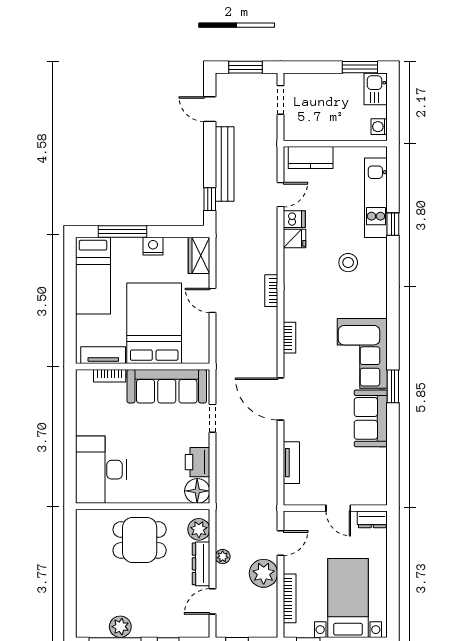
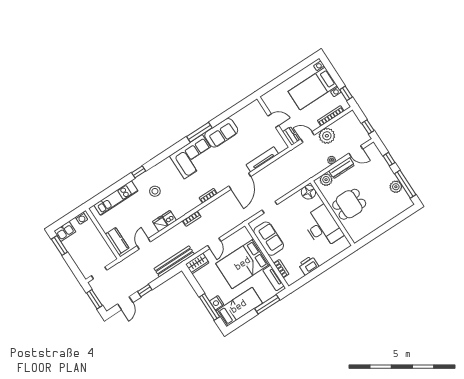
bench: (225, 164) -> (174, 261), moved
door: (281, 195) -> (144, 244), hinge flipped
window: (210, 199) -> (145, 291), moved
dishwasher: (294, 219) -> (169, 218), moved
window: (393, 224) -> (139, 172), moved
nightstand: (153, 246) -> (217, 303), moved
window: (70, 320) -> (267, 304), added
sofa: (167, 386) -> (269, 239), width x0.73
window: (393, 386) -> (199, 132), width x1.44
printer: (197, 462) -> (309, 265), moved, turned 180
tv unit: (291, 463) -> (262, 159), width x1.41
desk: (101, 470) -> (323, 227), moved, turned -90
door: (338, 508) -> (273, 121), hinge flipped
dresser: (372, 519) -> (291, 136), moved
dining table: (140, 540) -> (349, 204), turned 90

